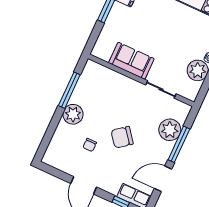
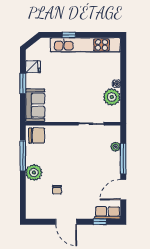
sofa: (131, 61) -> (35, 105), moved, turned 90
plant: (170, 130) -> (116, 147), width x0.53, depth x0.53
chair: (122, 137) -> (37, 136), moved, turned -142

